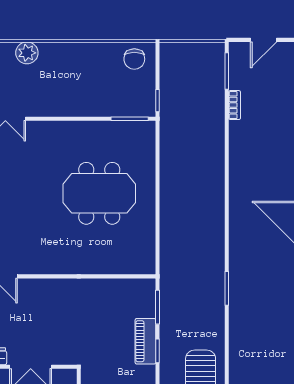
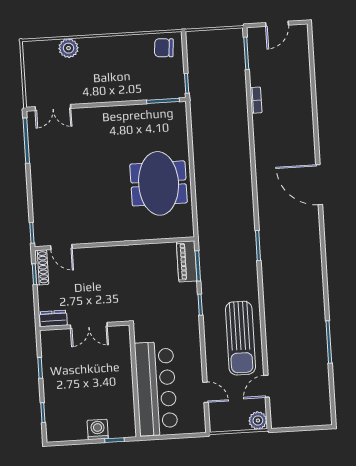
chair: (134, 59) -> (164, 48), turned 94
bookcase: (235, 105) -> (256, 100), moved
meeting table: (99, 193) -> (159, 183), moved, turned 90
piano: (145, 341) -> (187, 261), moved

